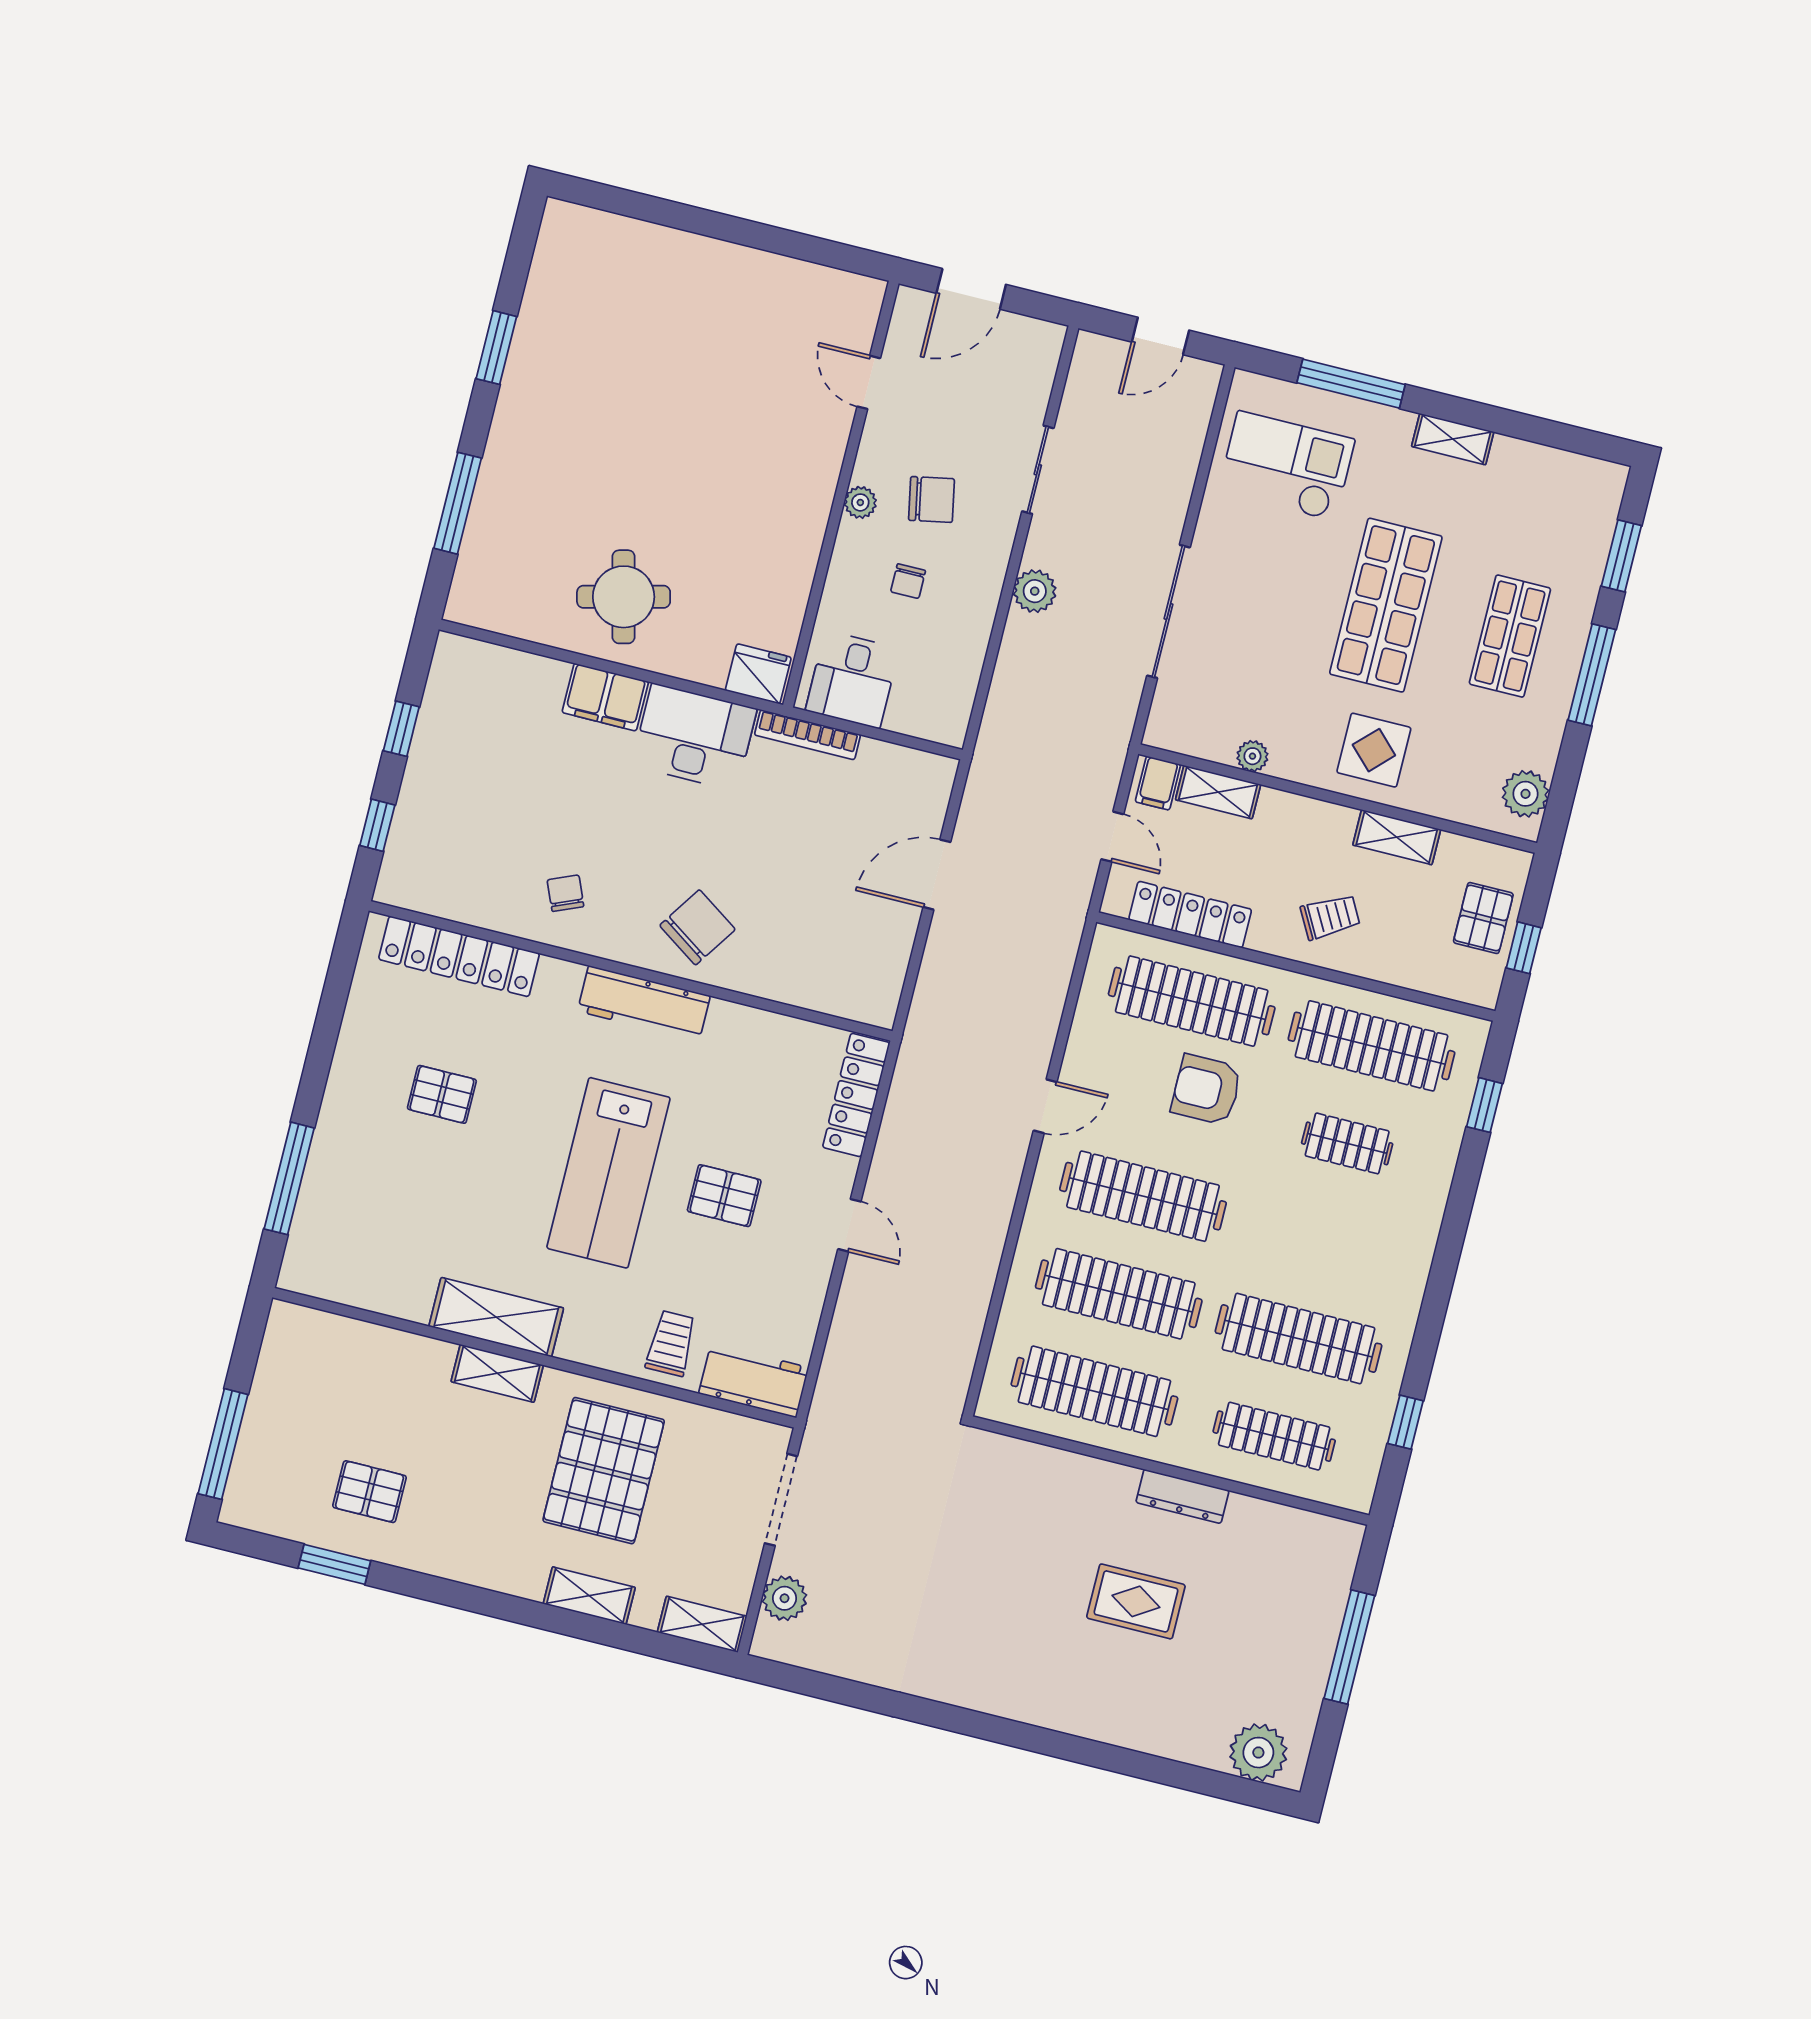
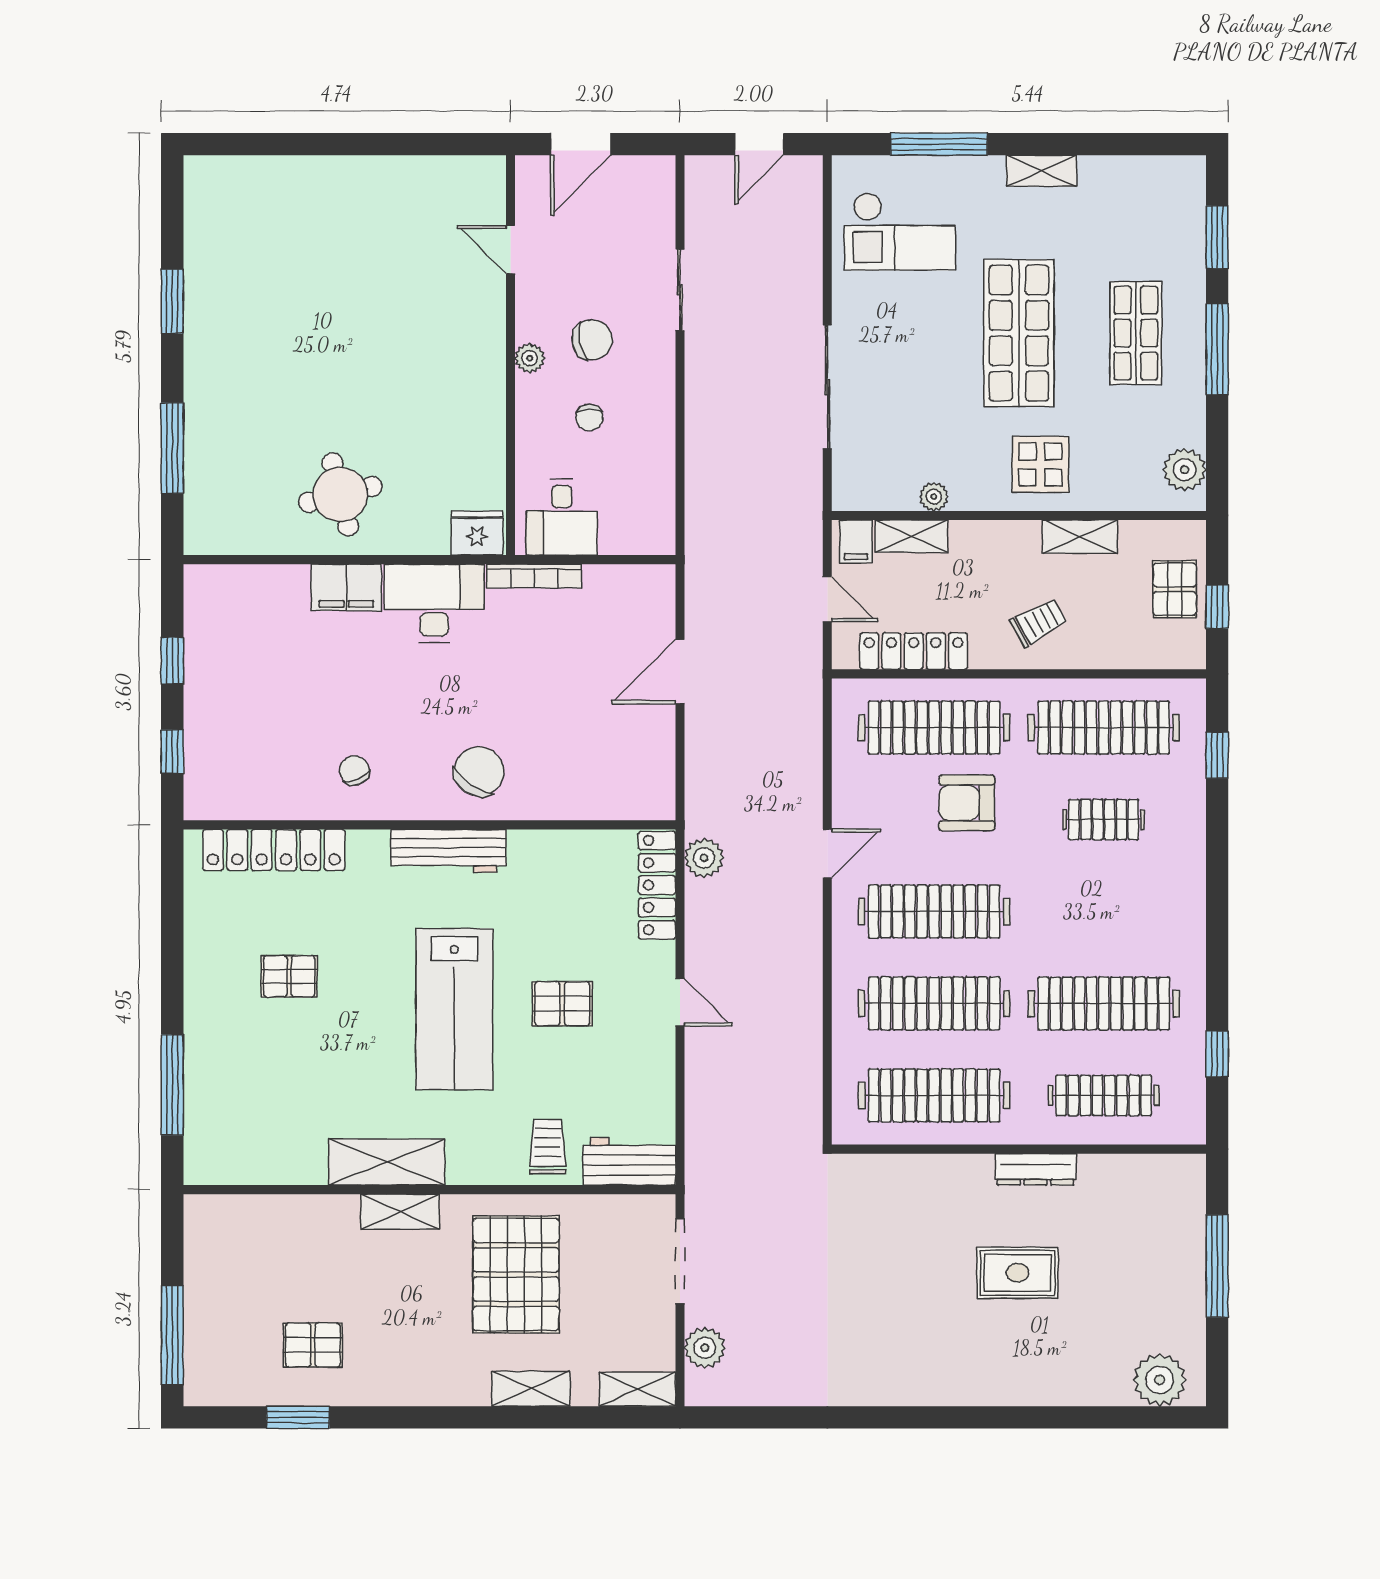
checkout: (1286, 466) -> (900, 231), turned 180
plant: (1035, 591) -> (704, 858), moved

